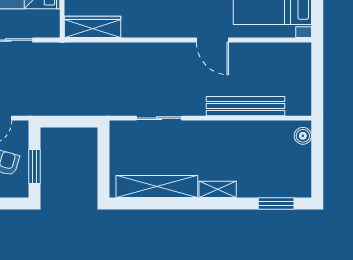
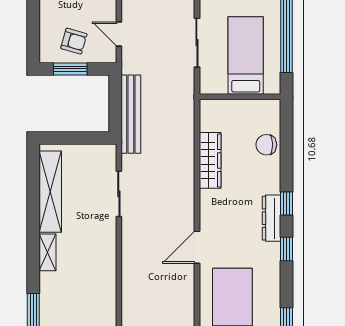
wardrobe: (92, 27) -> (210, 160), moved
bench: (246, 106) -> (131, 114), moved

